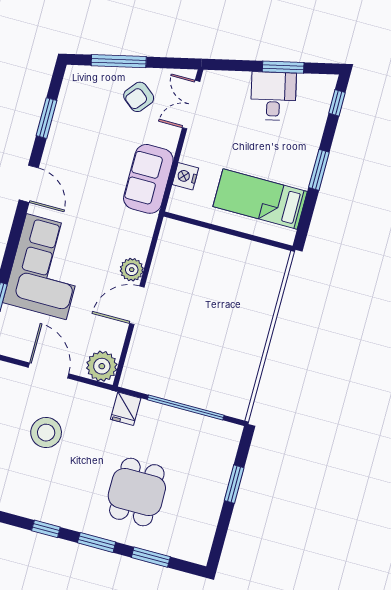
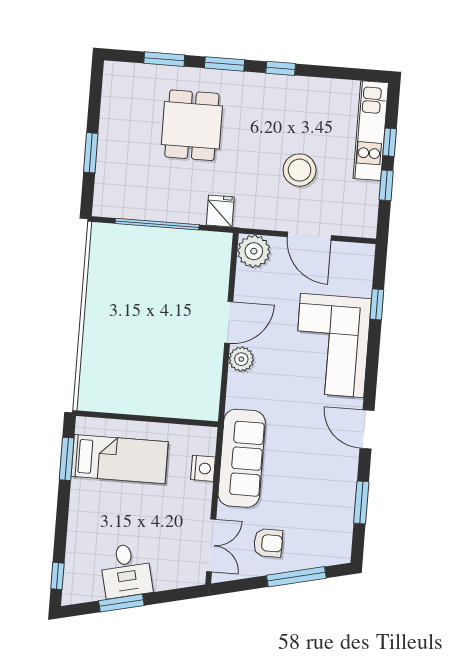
armchair: (139, 97) -> (268, 543), turned 51
window: (319, 170) -> (67, 459), moved
sofa: (148, 179) -> (242, 458), width x1.36

